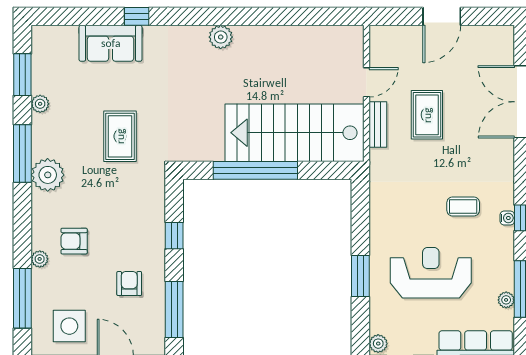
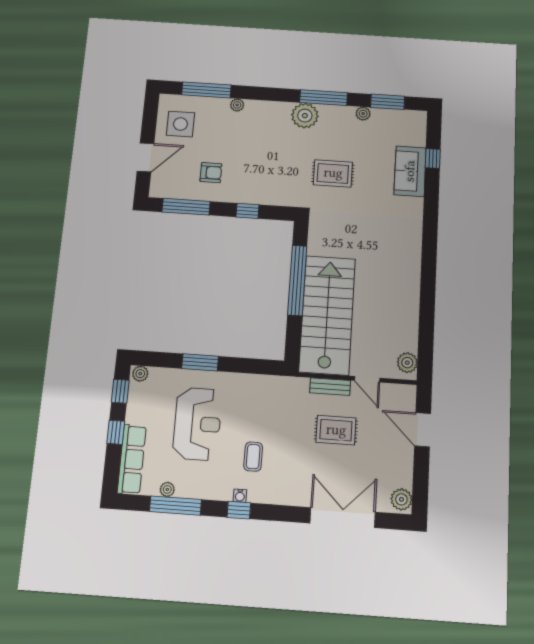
window: (137, 16) -> (433, 158), moved
door: (442, 16) -> (423, 430), moved
plant: (221, 37) -> (407, 363), moved
plant: (499, 37) -> (401, 499), added
armchair: (74, 241) -> (249, 132), removed

